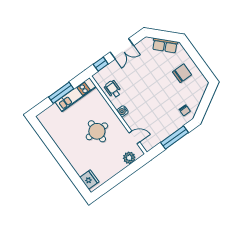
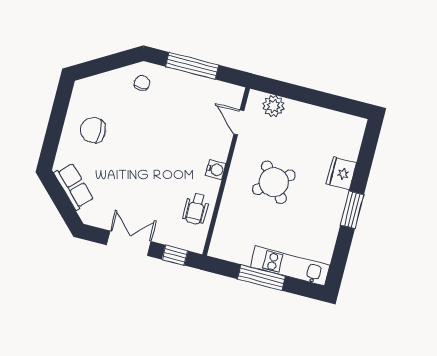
kitchen unit: (76, 95) -> (290, 266), moved
round table: (97, 131) -> (274, 182), turned -38
window: (58, 155) -> (352, 210), added
fridge: (89, 180) -> (341, 173), moved

